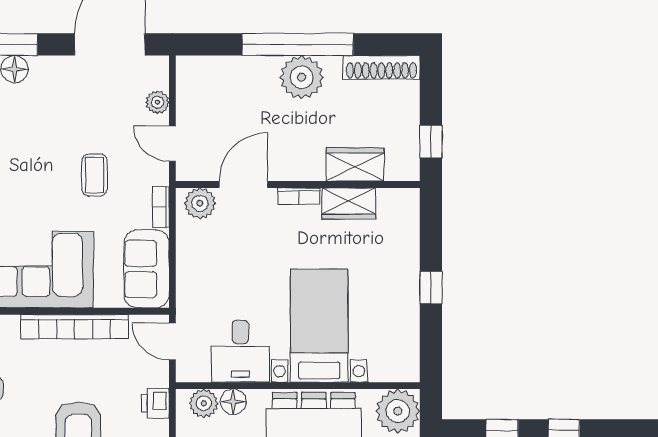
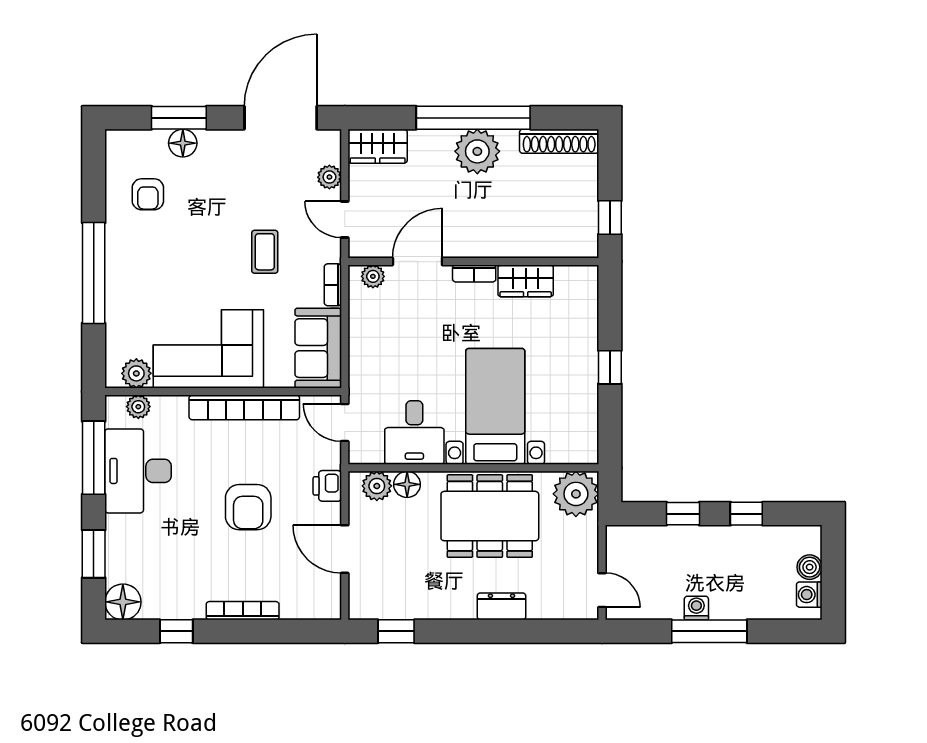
wardrobe: (355, 164) -> (378, 146), moved, turned 180
plant: (200, 203) -> (373, 276), width x0.73, depth x0.73

